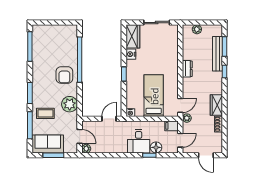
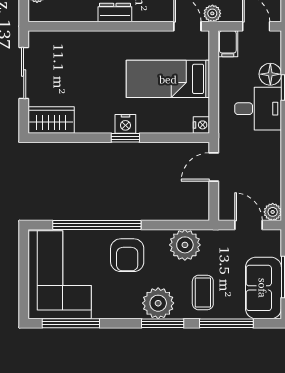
corner sofa: (54, 41) -> (60, 275), added
nightstand: (131, 54) -> (125, 124), moved
armchair: (64, 75) -> (127, 255), turned 90
plant: (40, 91) -> (158, 303), added
door: (109, 119) -> (214, 167), hinge flipped
door: (80, 136) -> (249, 225), hinge flipped

